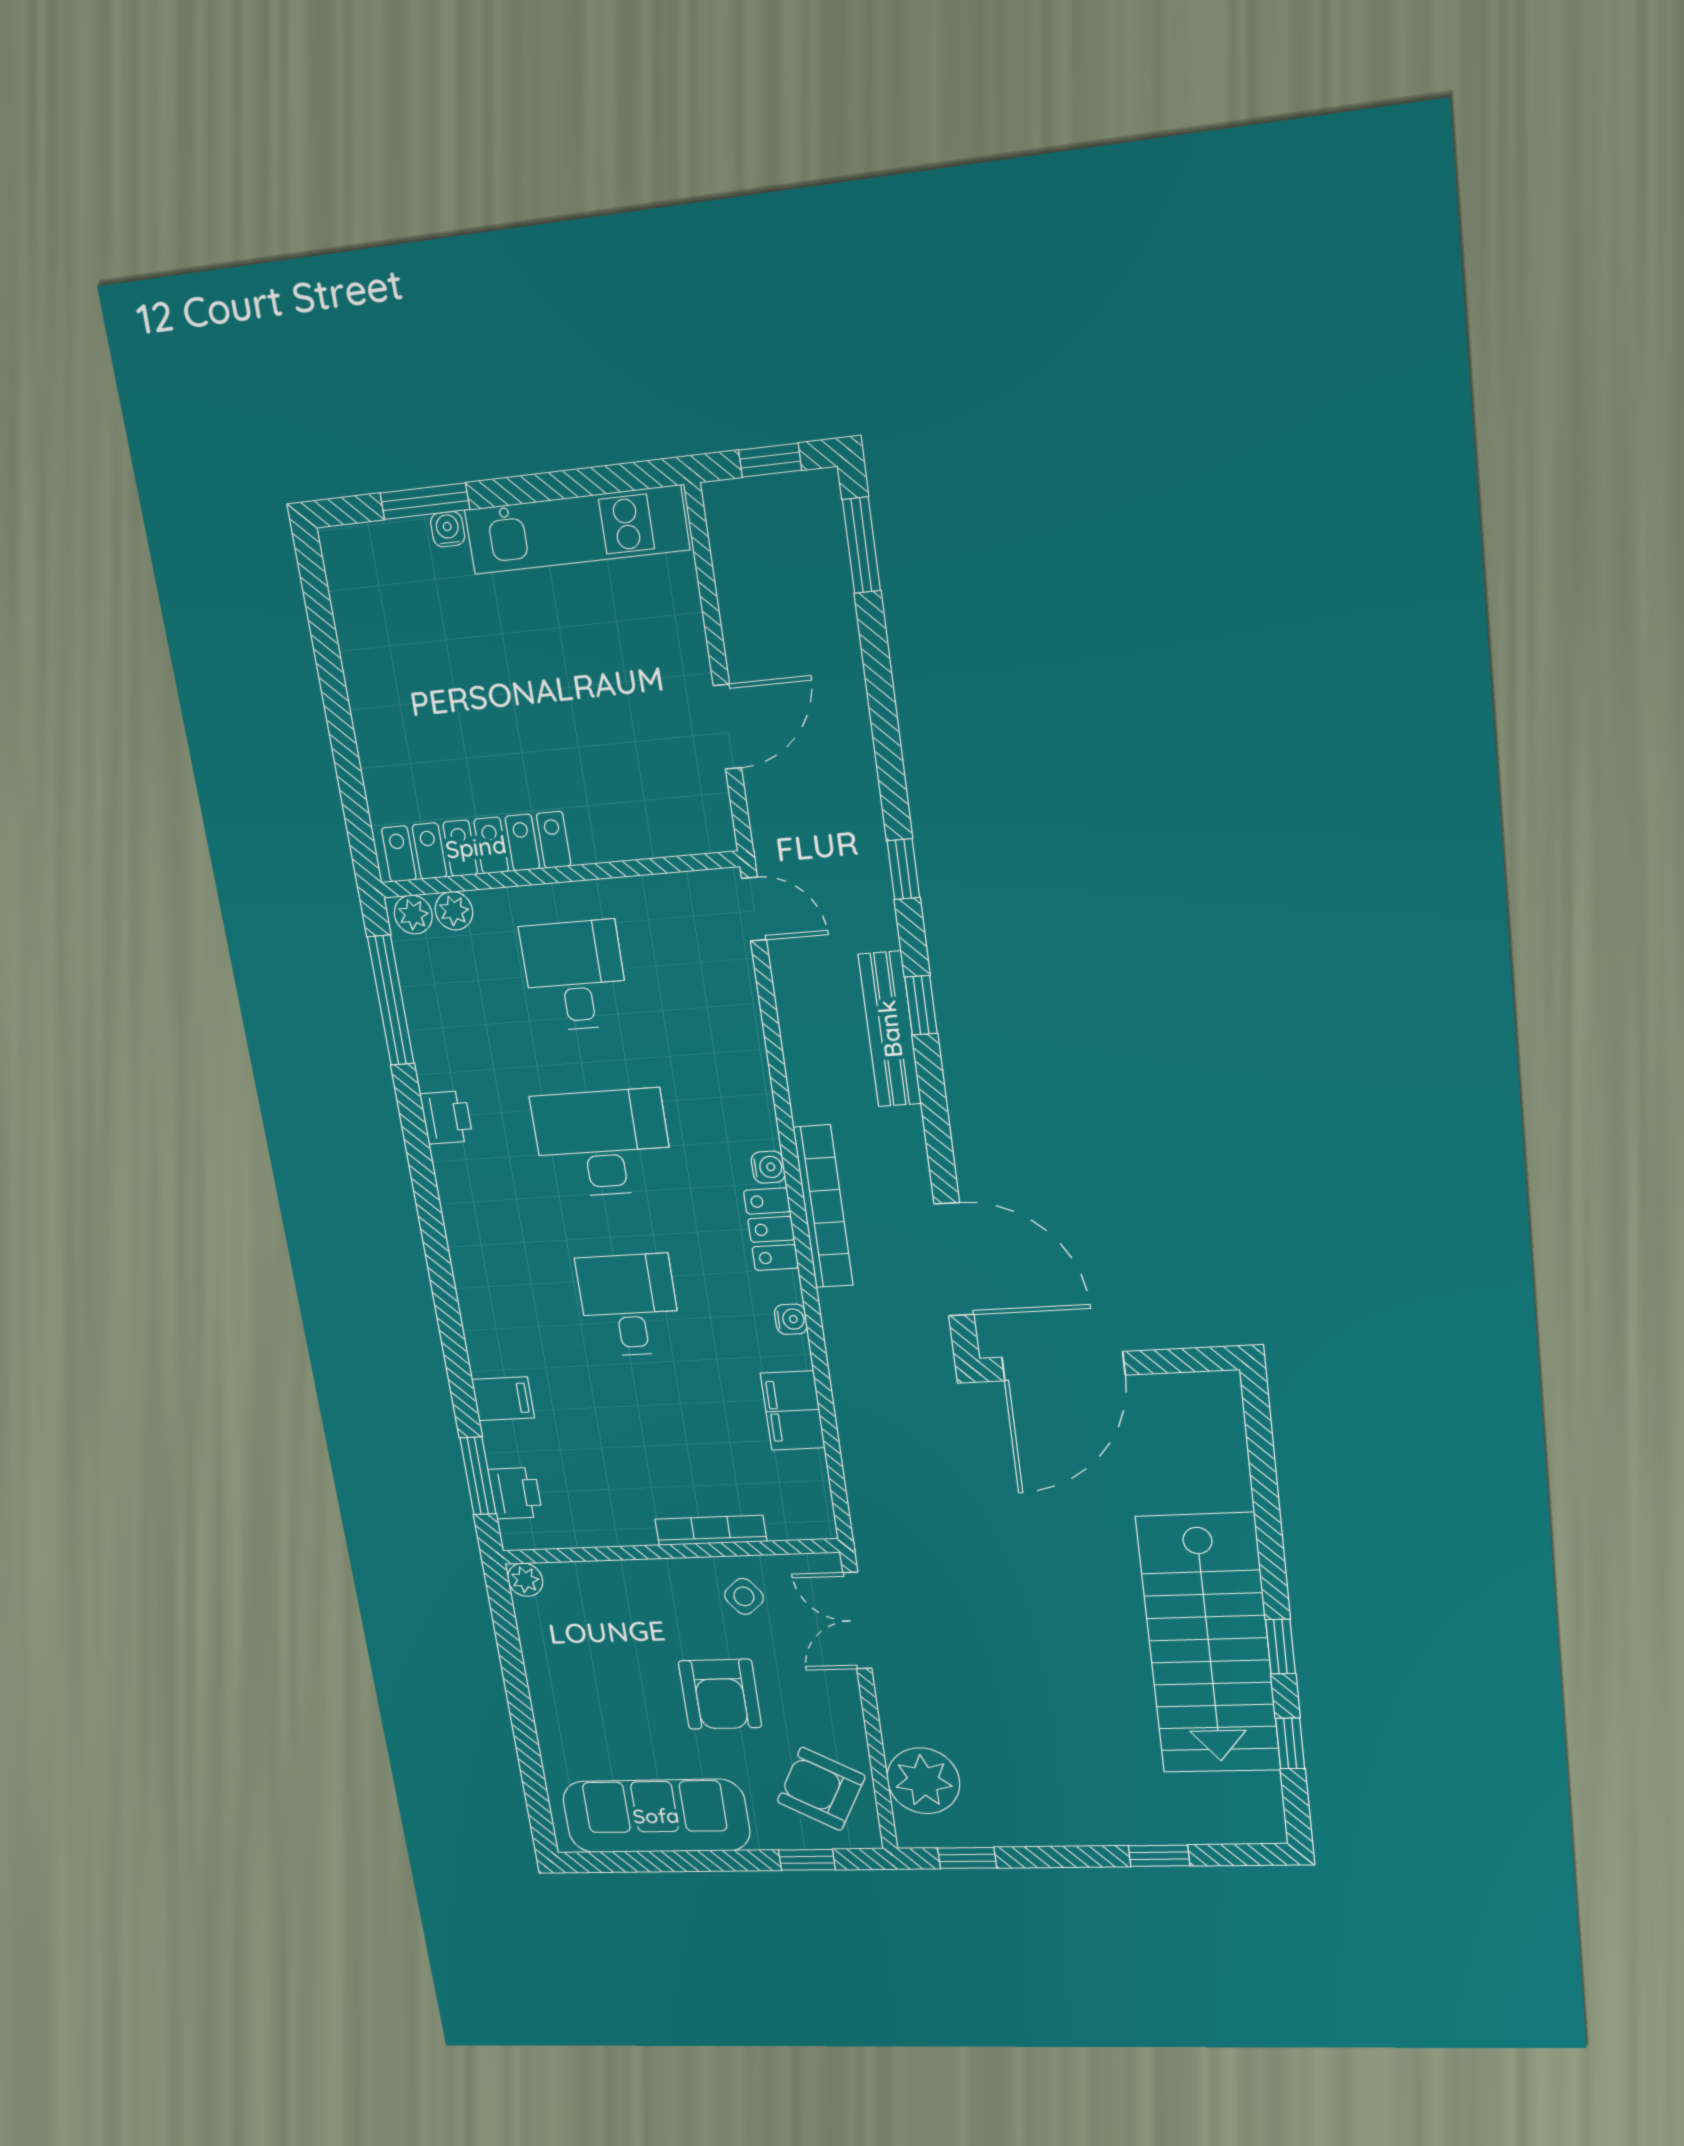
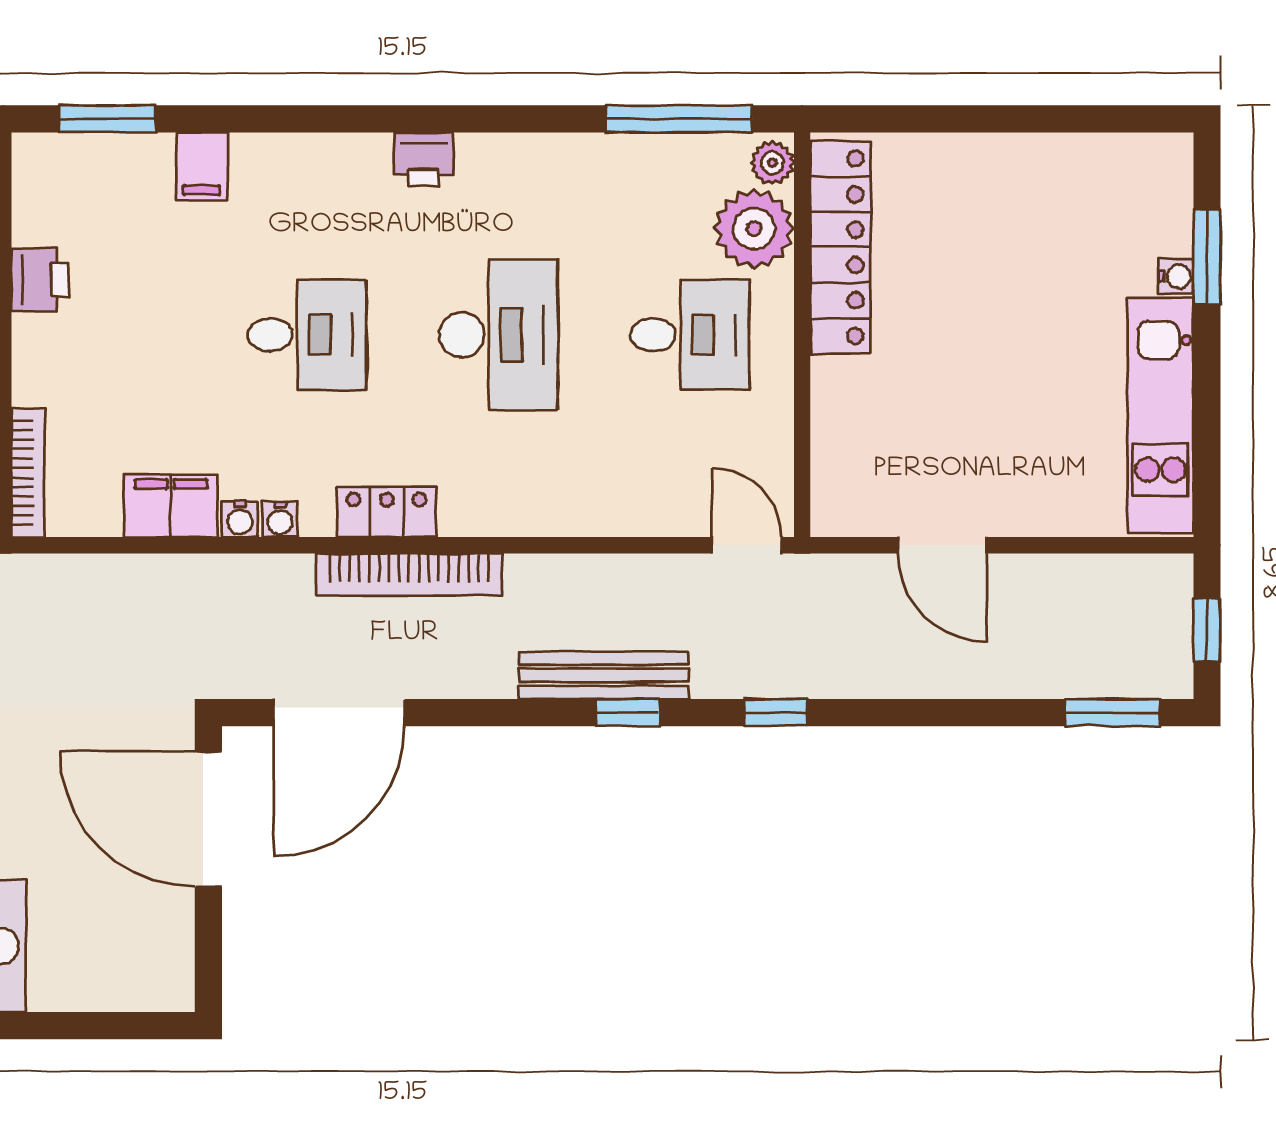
door: (754, 909) -> (746, 545), swing flipped
plant: (454, 911) -> (754, 229), width x1.87, depth x1.87
printer: (446, 1117) -> (424, 159), moved
water cooler: (768, 1167) -> (240, 519), moved
printer: (515, 1493) -> (40, 279), moved, turned -90
bookcase: (711, 1530) -> (28, 473), moved

